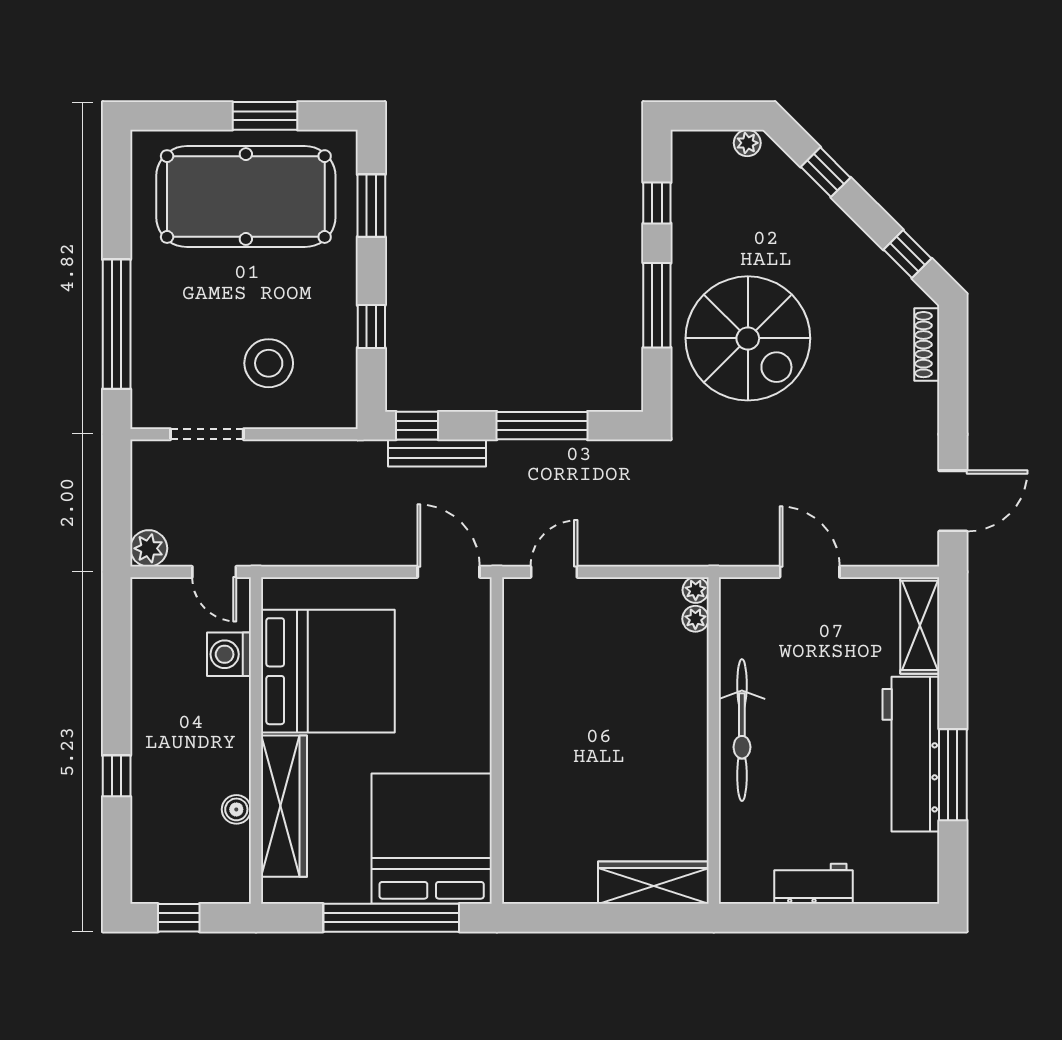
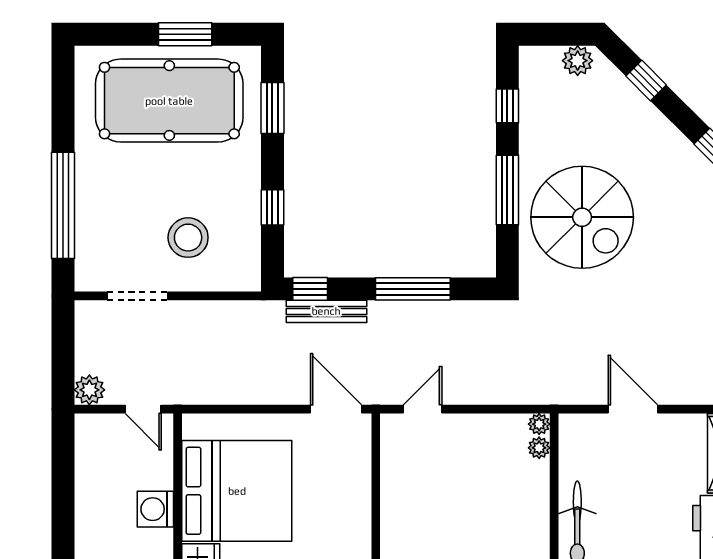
plant: (747, 143) -> (578, 61), width x1.38, depth x1.38
washing machine: (229, 654) -> (155, 509), moved

